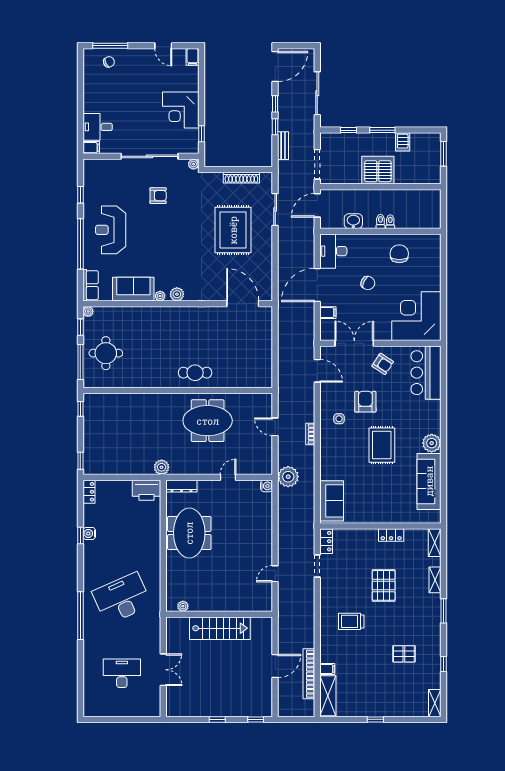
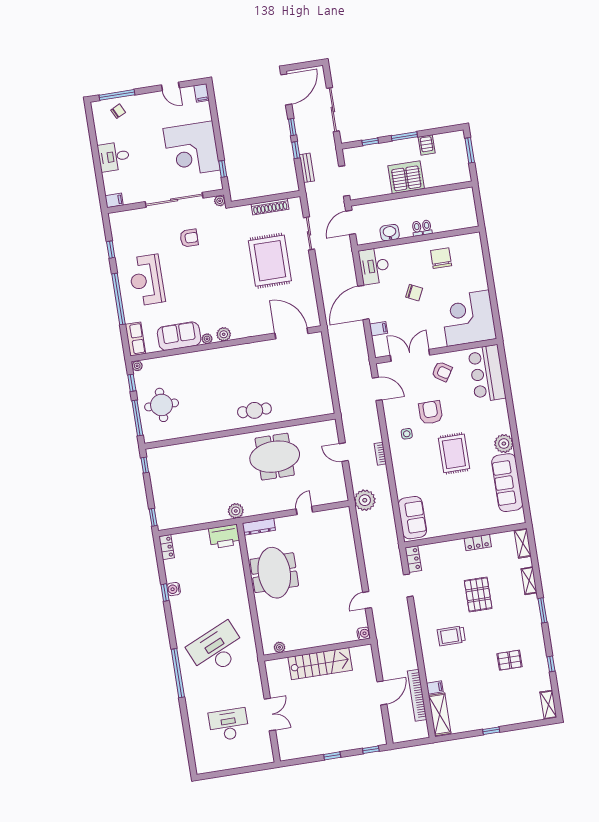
corner desk: (181, 110) -> (192, 149), width x1.36, depth x1.36
desk: (98, 127) -> (114, 157), moved
water cooler: (267, 486) -> (364, 633), moved

